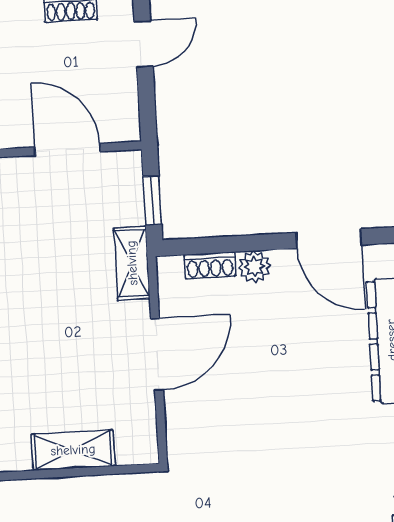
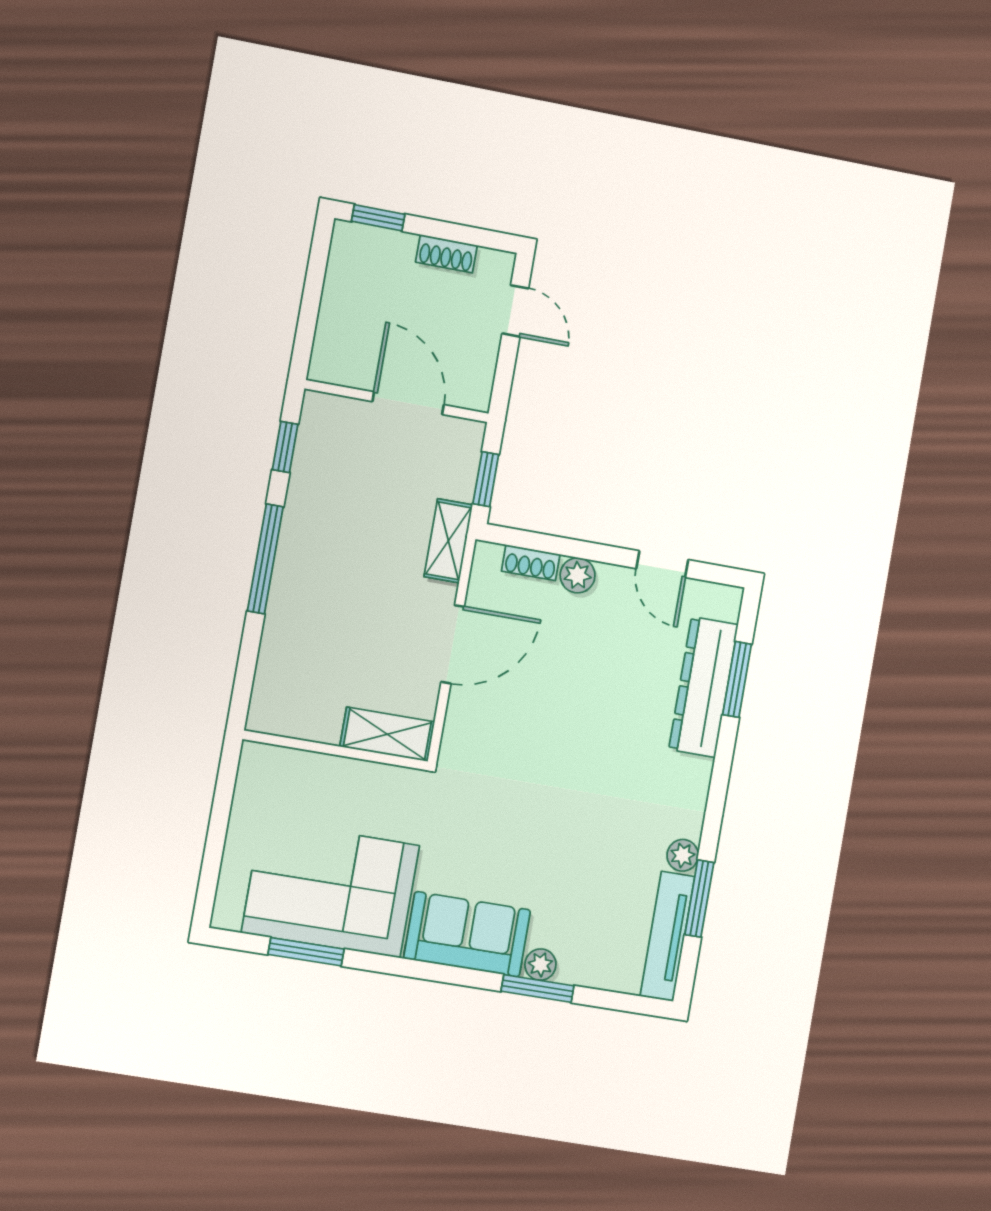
door: (144, 44) -> (515, 311), hinge flipped
door: (329, 239) -> (662, 564), width x0.73
shelving: (73, 450) -> (387, 734), moved

